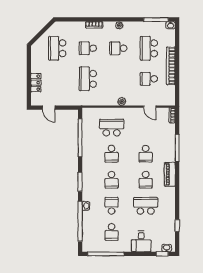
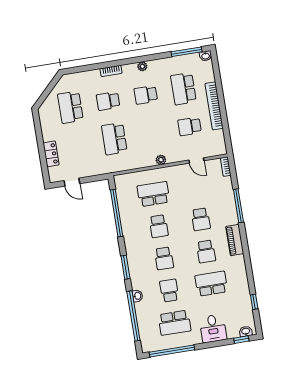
school desk: (112, 232) -> (175, 323), width x1.85

